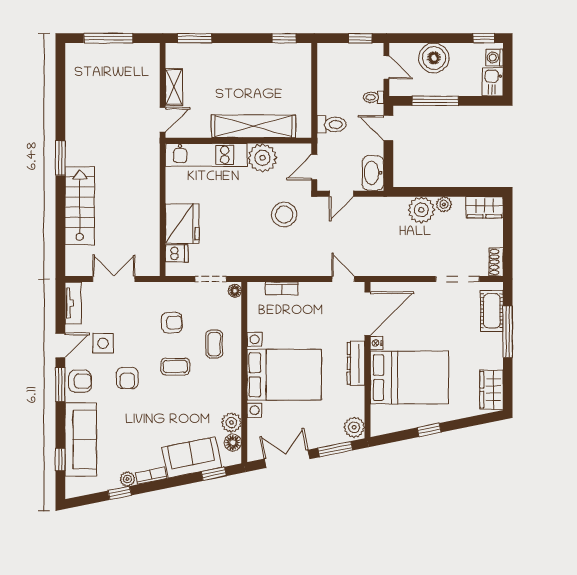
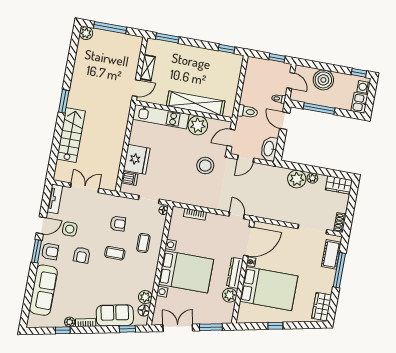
plant: (75, 53) -> (86, 33), added
plant: (354, 427) -> (230, 295), moved
window: (60, 459) -> (27, 301), removed

